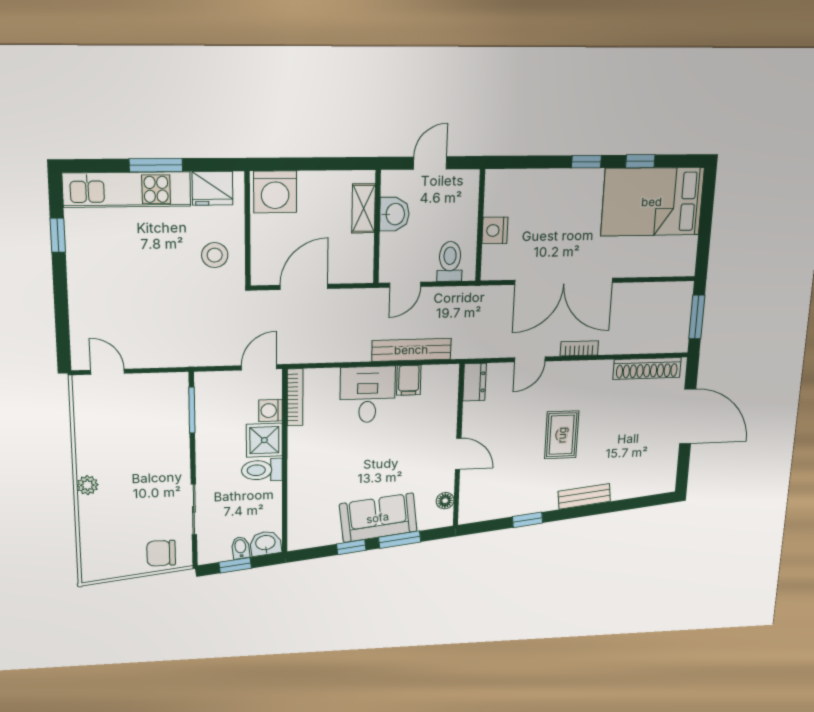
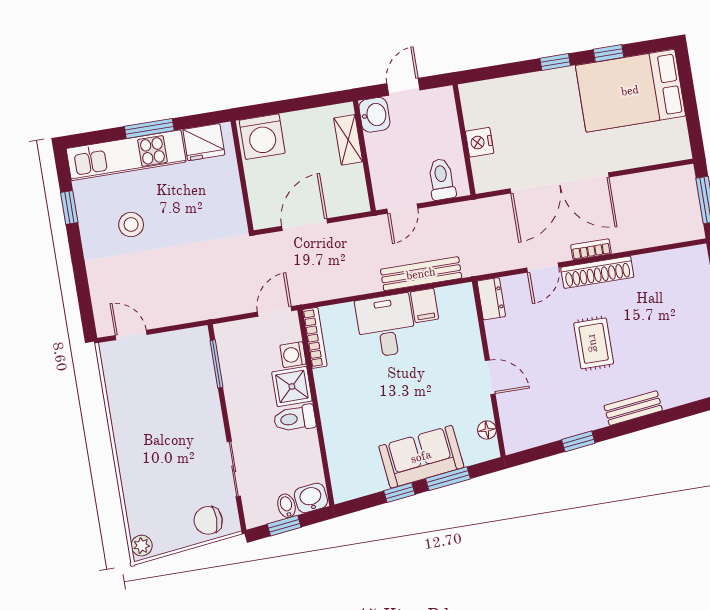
washbasin: (394, 214) -> (374, 115), moved
stool: (215, 255) -> (131, 225), moved
shoe rack: (647, 368) -> (597, 272), moved
plant: (87, 485) -> (142, 546), moved

